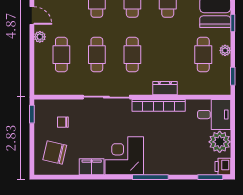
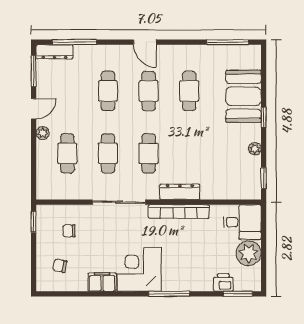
door: (32, 16) -> (34, 109), hinge flipped
cafe table: (203, 55) -> (230, 153), removed
dresser: (165, 88) -> (180, 192), width x1.44
chair: (55, 153) -> (60, 266), width x0.54, depth x0.54
printer: (223, 167) -> (223, 283), moved, turned 90

